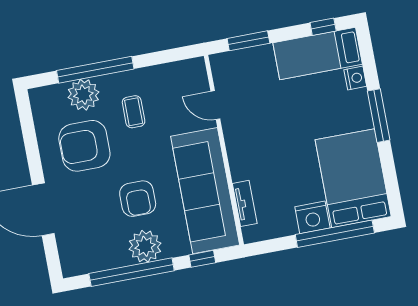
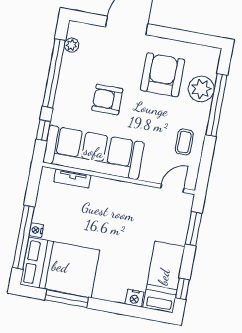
door: (215, 105) -> (172, 188), moved
coffee table: (134, 112) -> (184, 142), moved, turned 90
window: (379, 116) -> (67, 299), moved
nightstand: (312, 217) -> (36, 230), width x0.53, depth x0.56
plant: (145, 246) -> (72, 45), moved, width x0.53, depth x0.53

